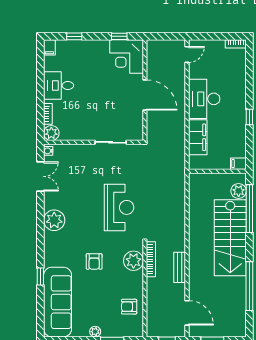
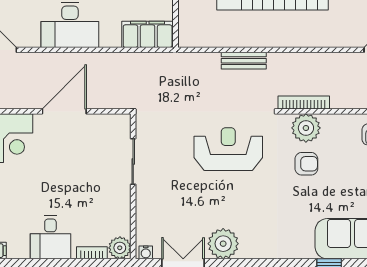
filing cabinet: (198, 137) -> (148, 34), moved
plant: (54, 220) -> (223, 244), moved
armchair: (94, 261) -> (306, 164), moved
bench: (180, 267) -> (244, 61), moved

